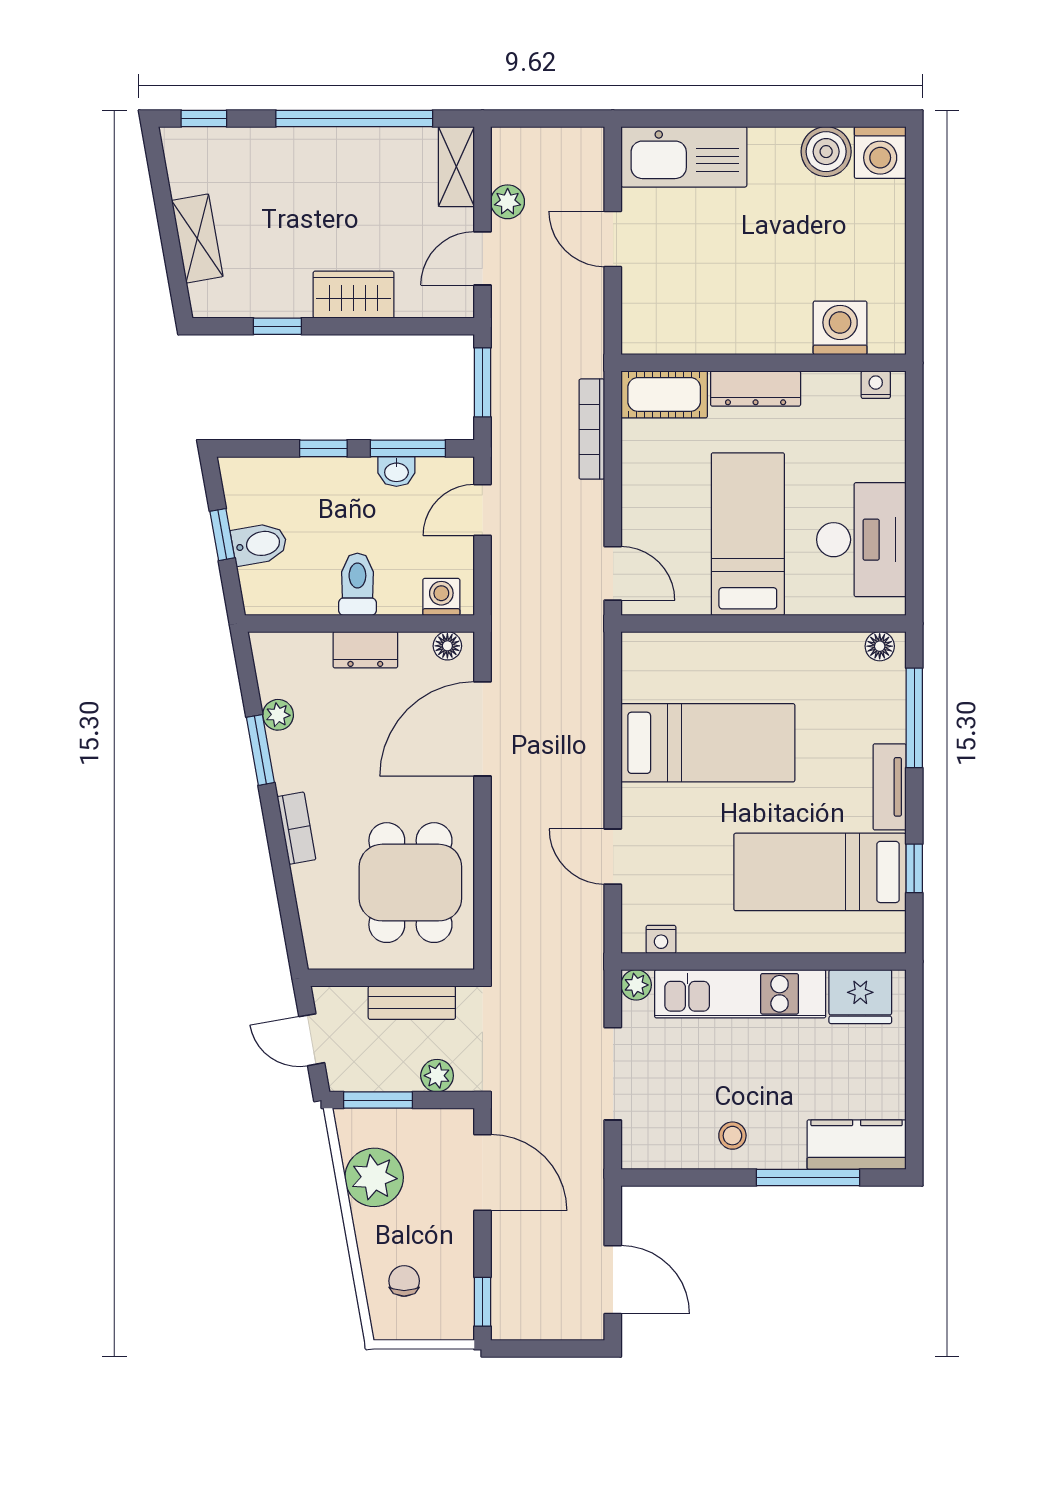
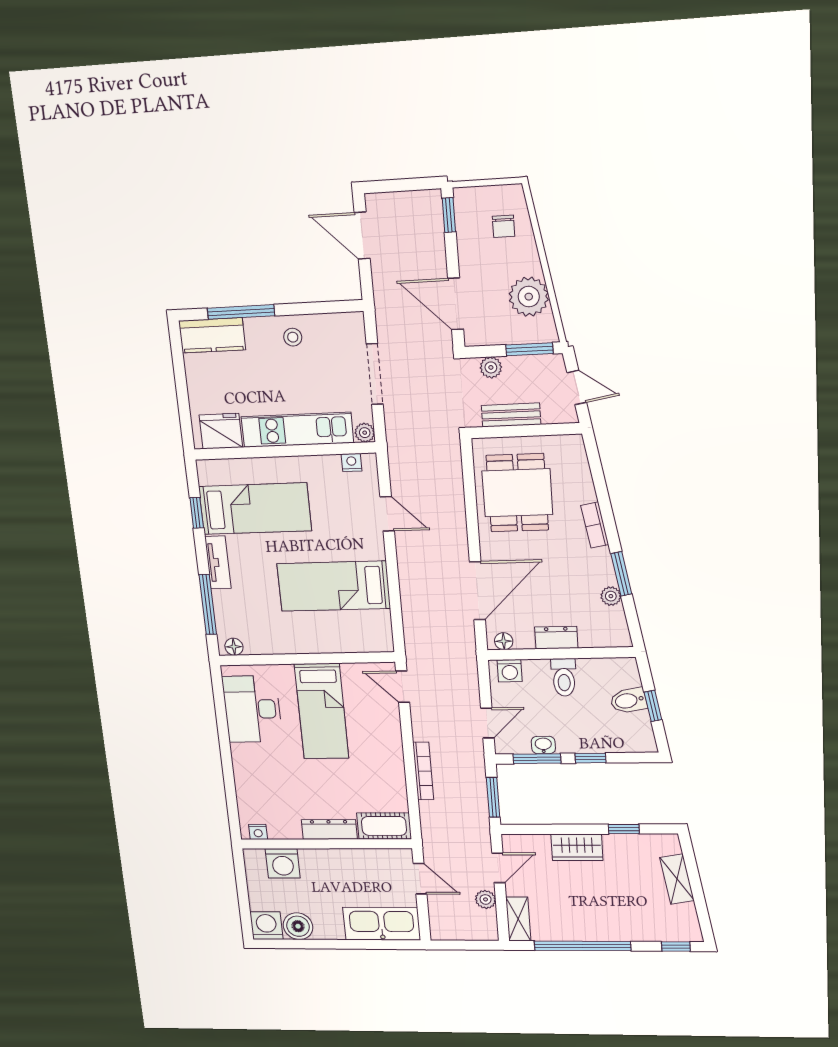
washing machine: (840, 328) -> (283, 863), moved
wall: (764, 363) -> (326, 844), moved
nightstand: (876, 385) -> (258, 832), moved
dresser: (756, 389) -> (329, 829), moved
cot: (664, 394) -> (384, 826), moved

